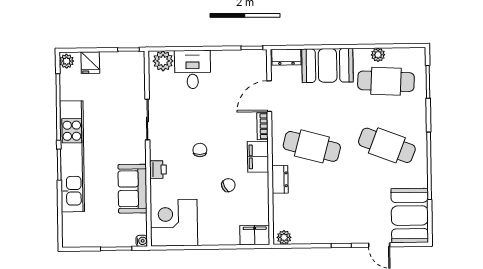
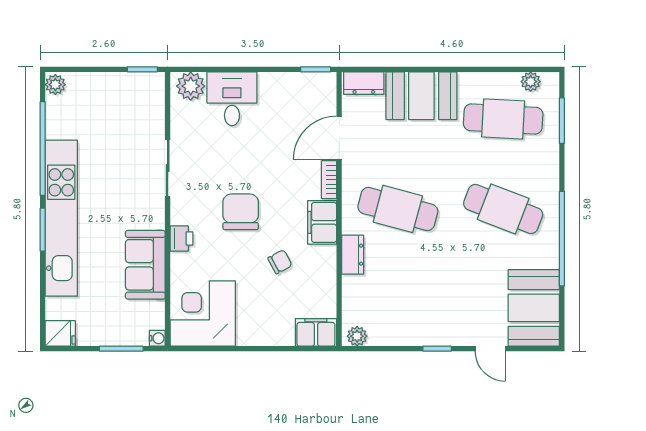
plant: (378, 55) -> (531, 82), moved
fridge: (90, 63) -> (60, 333), moved, turned -90
chair: (200, 150) -> (241, 212), width x1.87, depth x1.87

